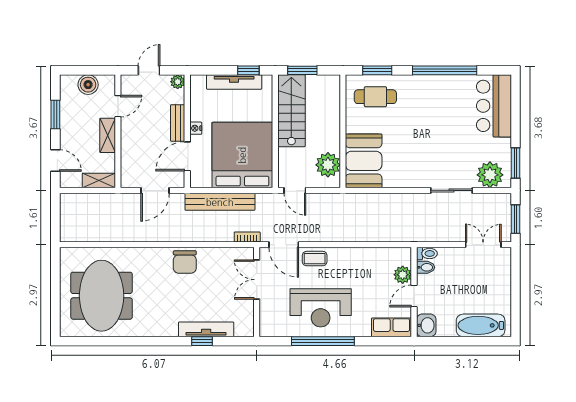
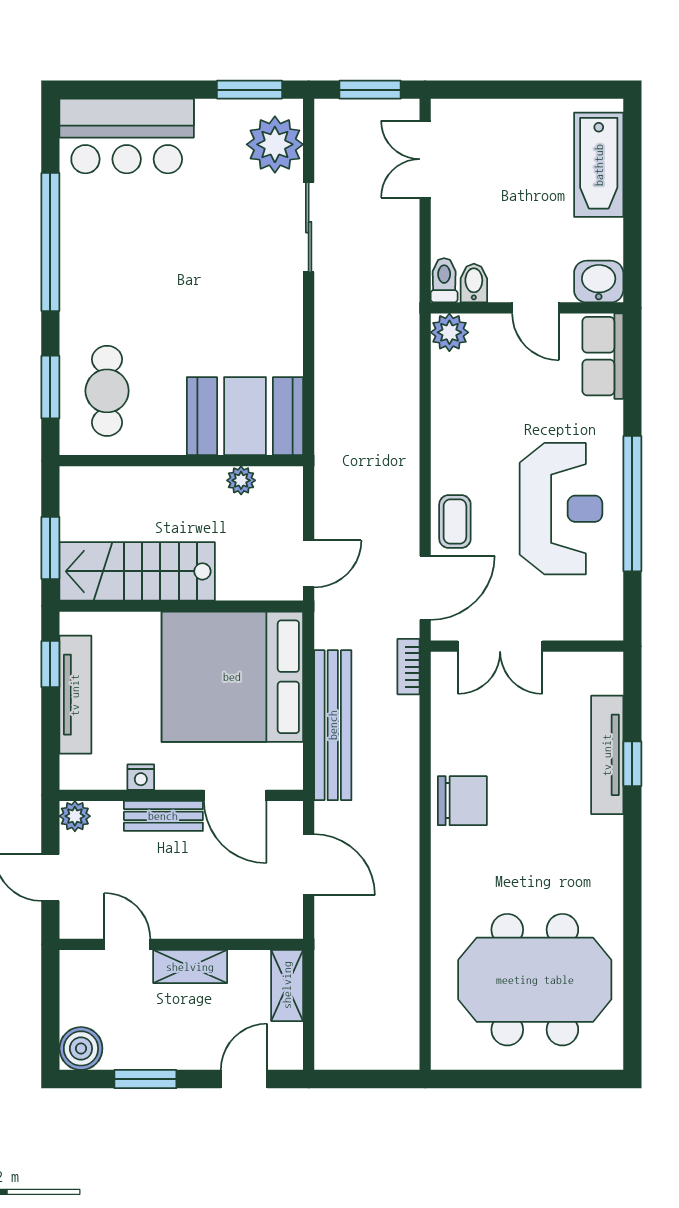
boiler: (88, 85) -> (81, 1048), moved
nightstand: (196, 128) -> (141, 777), moved
plant: (328, 165) -> (241, 480), width x0.53, depth x0.53
plant: (403, 275) -> (449, 332), moved

